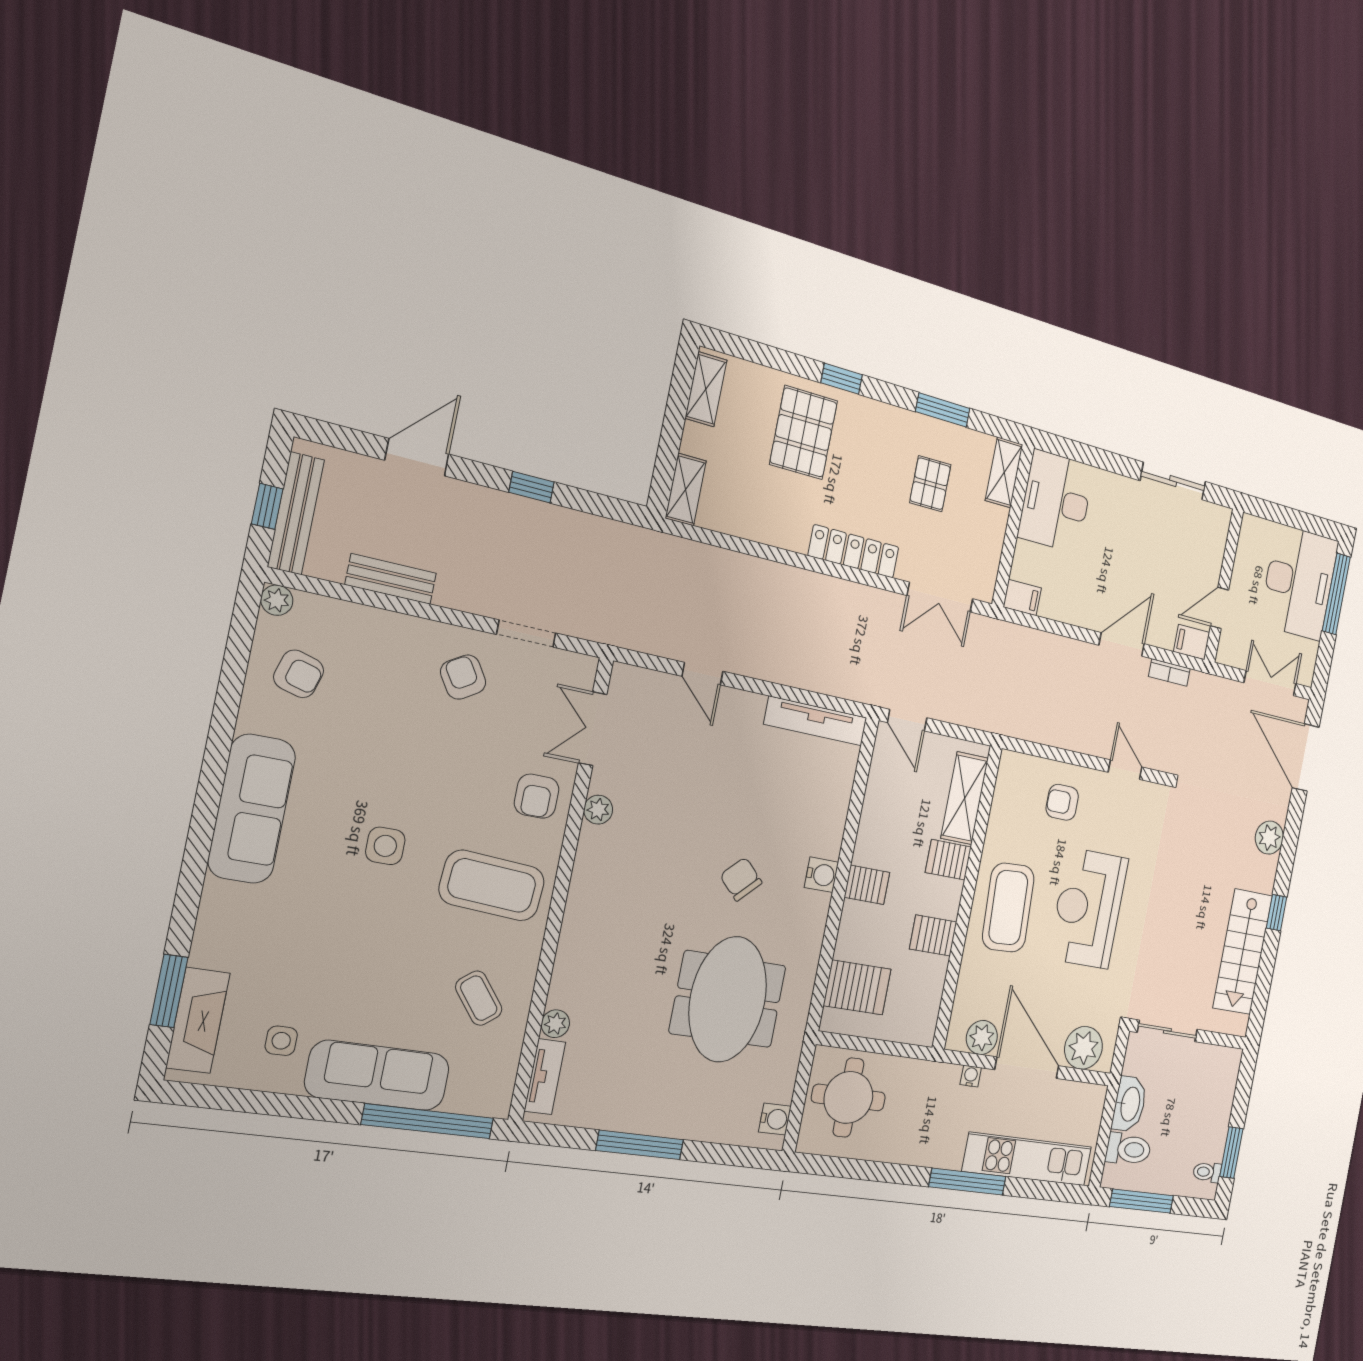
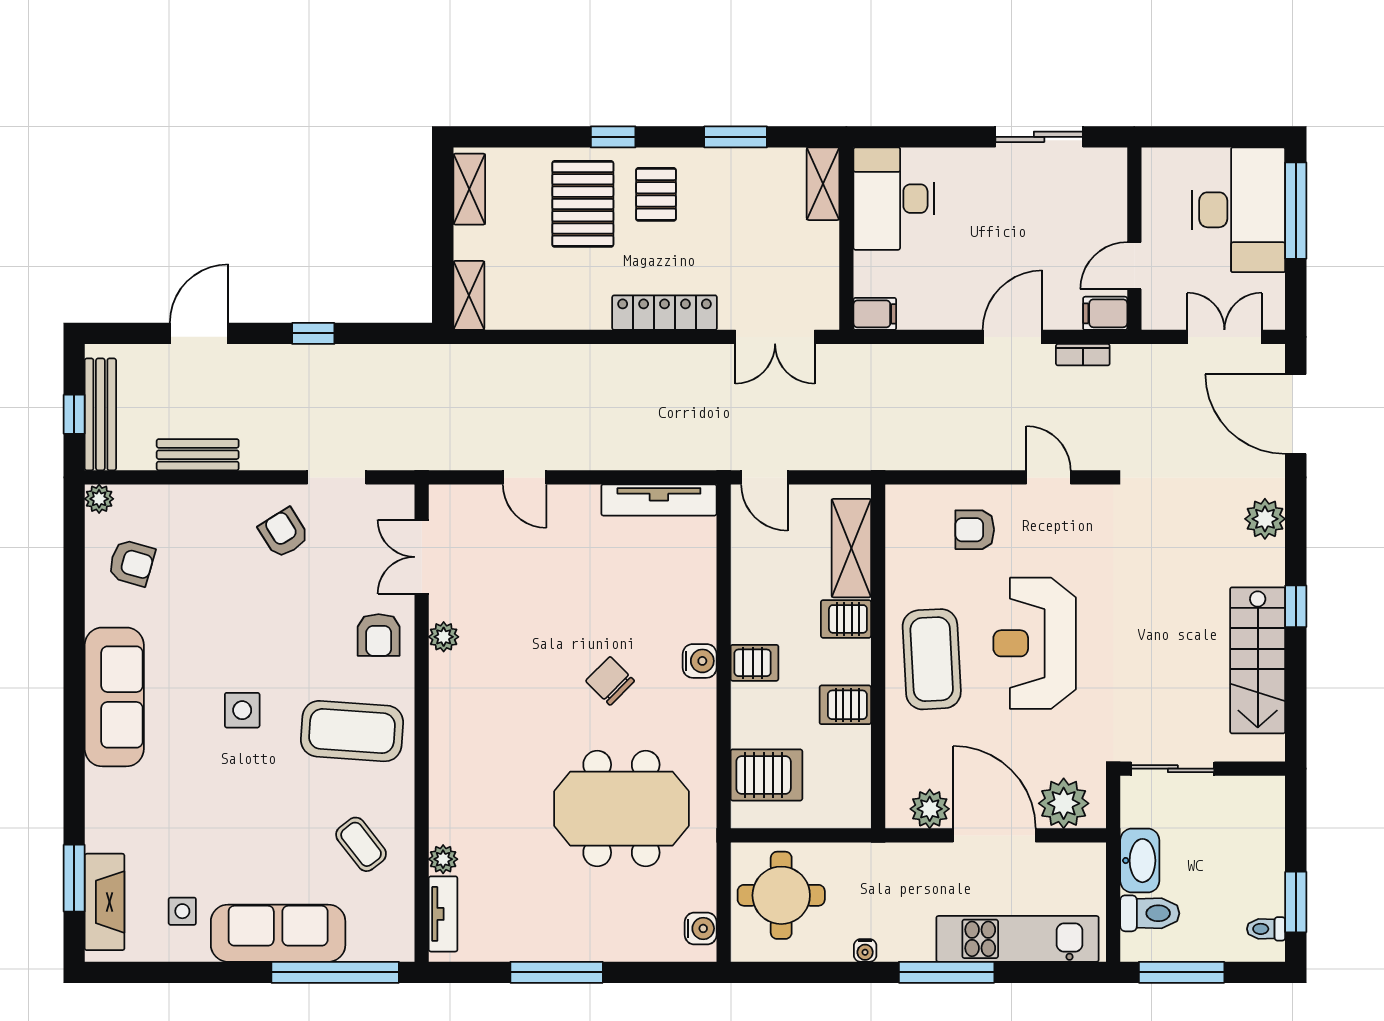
pallet: (930, 484) -> (656, 194), moved
meeting table: (728, 999) -> (621, 809), turned 90
water cooler: (971, 1076) -> (865, 950), moved, turned 180

